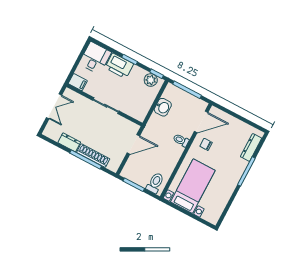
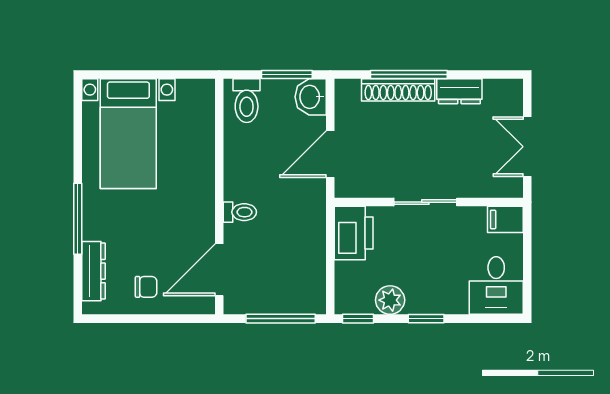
printer: (119, 66) -> (354, 233), moved, turned 90
plant: (151, 80) -> (390, 300), moved
washbasin: (163, 107) -> (311, 97), moved
chair: (206, 144) -> (146, 287), moved
bed with nightstands: (193, 186) -> (128, 134), moved

